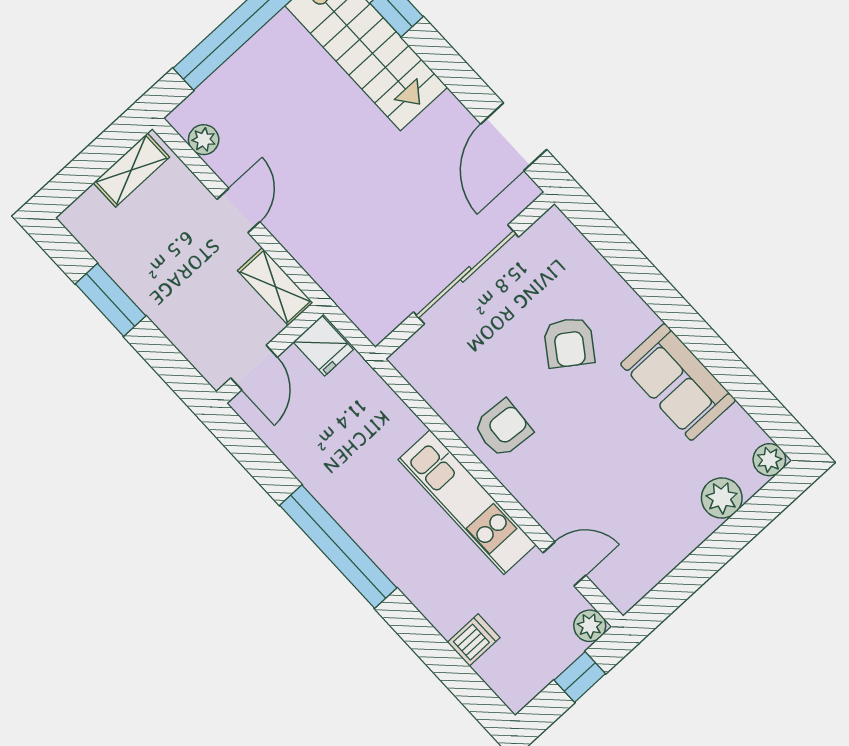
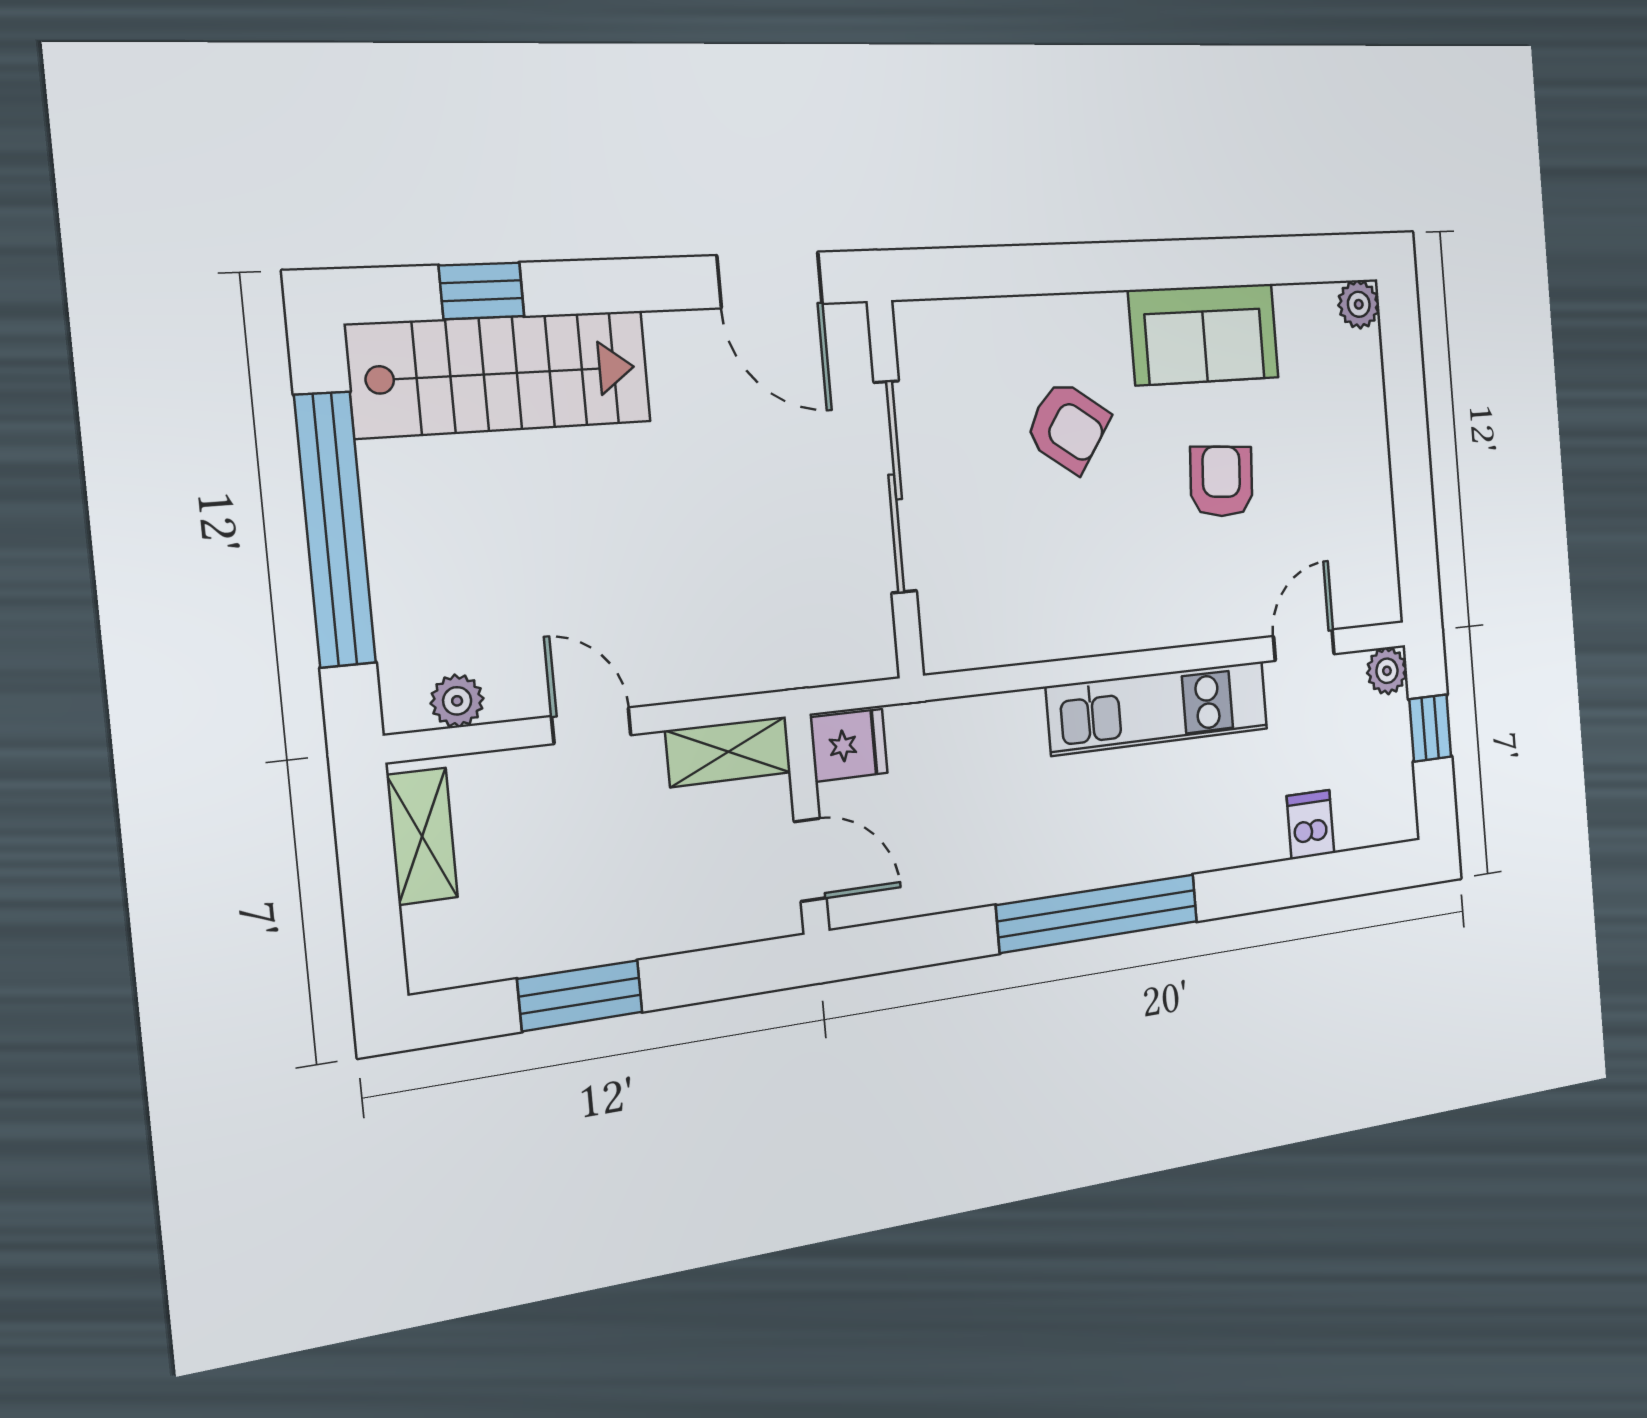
armchair: (503, 429) -> (1221, 481), moved
plant: (722, 498) -> (1360, 396), removed

